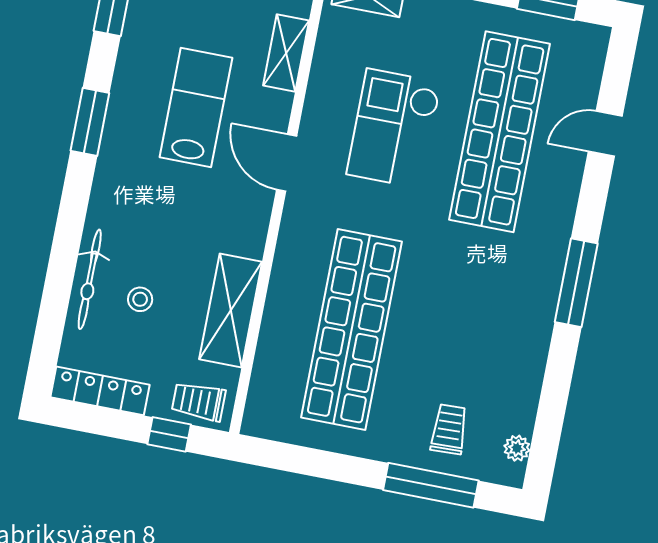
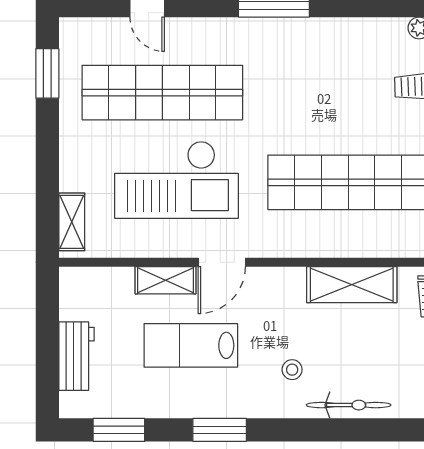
shelving: (286, 53) -> (165, 280), moved
checkout: (394, 128) -> (176, 180), width x1.36, depth x1.21
stool: (140, 299) -> (292, 370), moved

